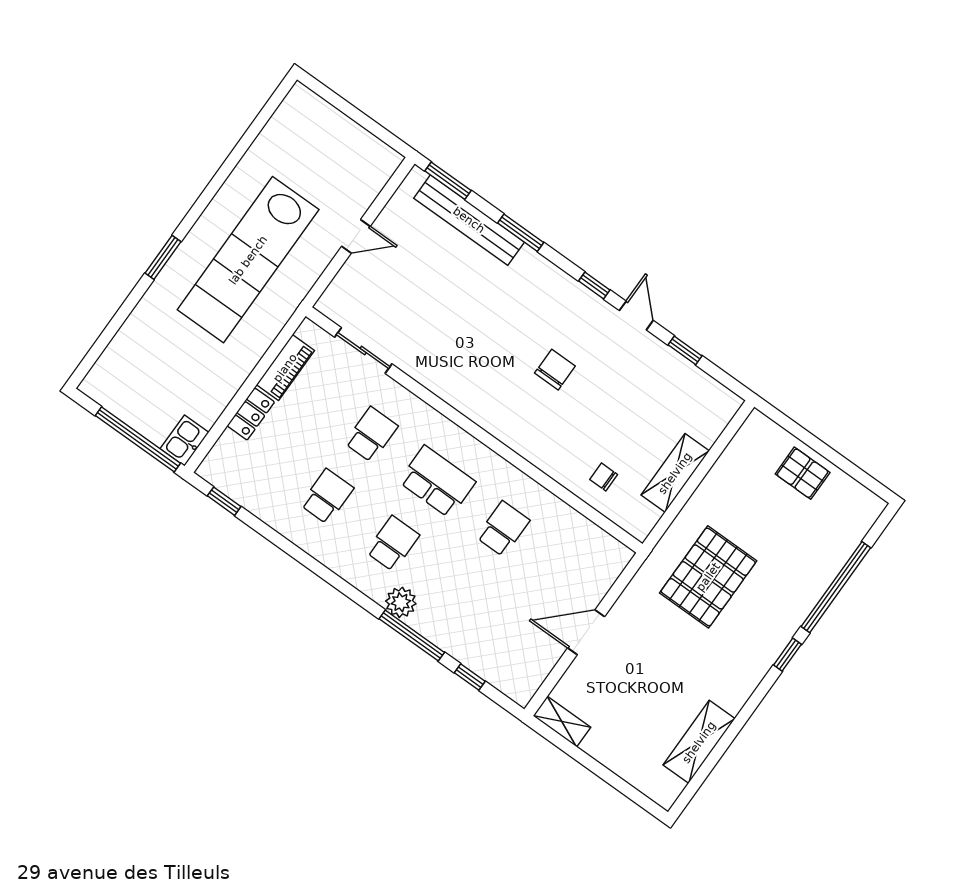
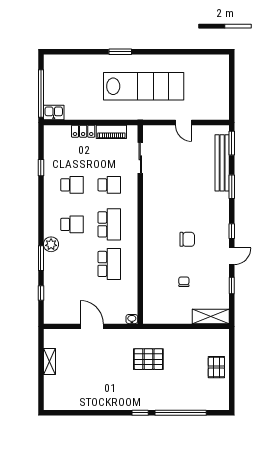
lab bench: (248, 260) -> (144, 86), turned 180
shelving: (675, 473) -> (211, 316), moved
chair: (604, 477) -> (184, 282), moved
window: (224, 501) -> (41, 168), moved
school desk: (503, 529) -> (109, 264), width x1.85
washbasin: (622, 557) -> (132, 319), added
pallet: (708, 577) -> (148, 359), width x0.73, depth x0.71
window: (412, 636) -> (41, 258), width x0.69
shelving: (562, 722) -> (49, 362), moved
shelving: (699, 742) -> (80, 402), removed

